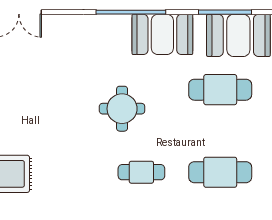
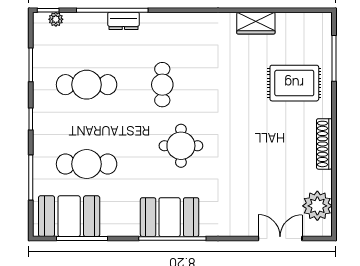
booth: (162, 34) -> (170, 217), moved
cafe table: (141, 172) -> (162, 85), turned 90

